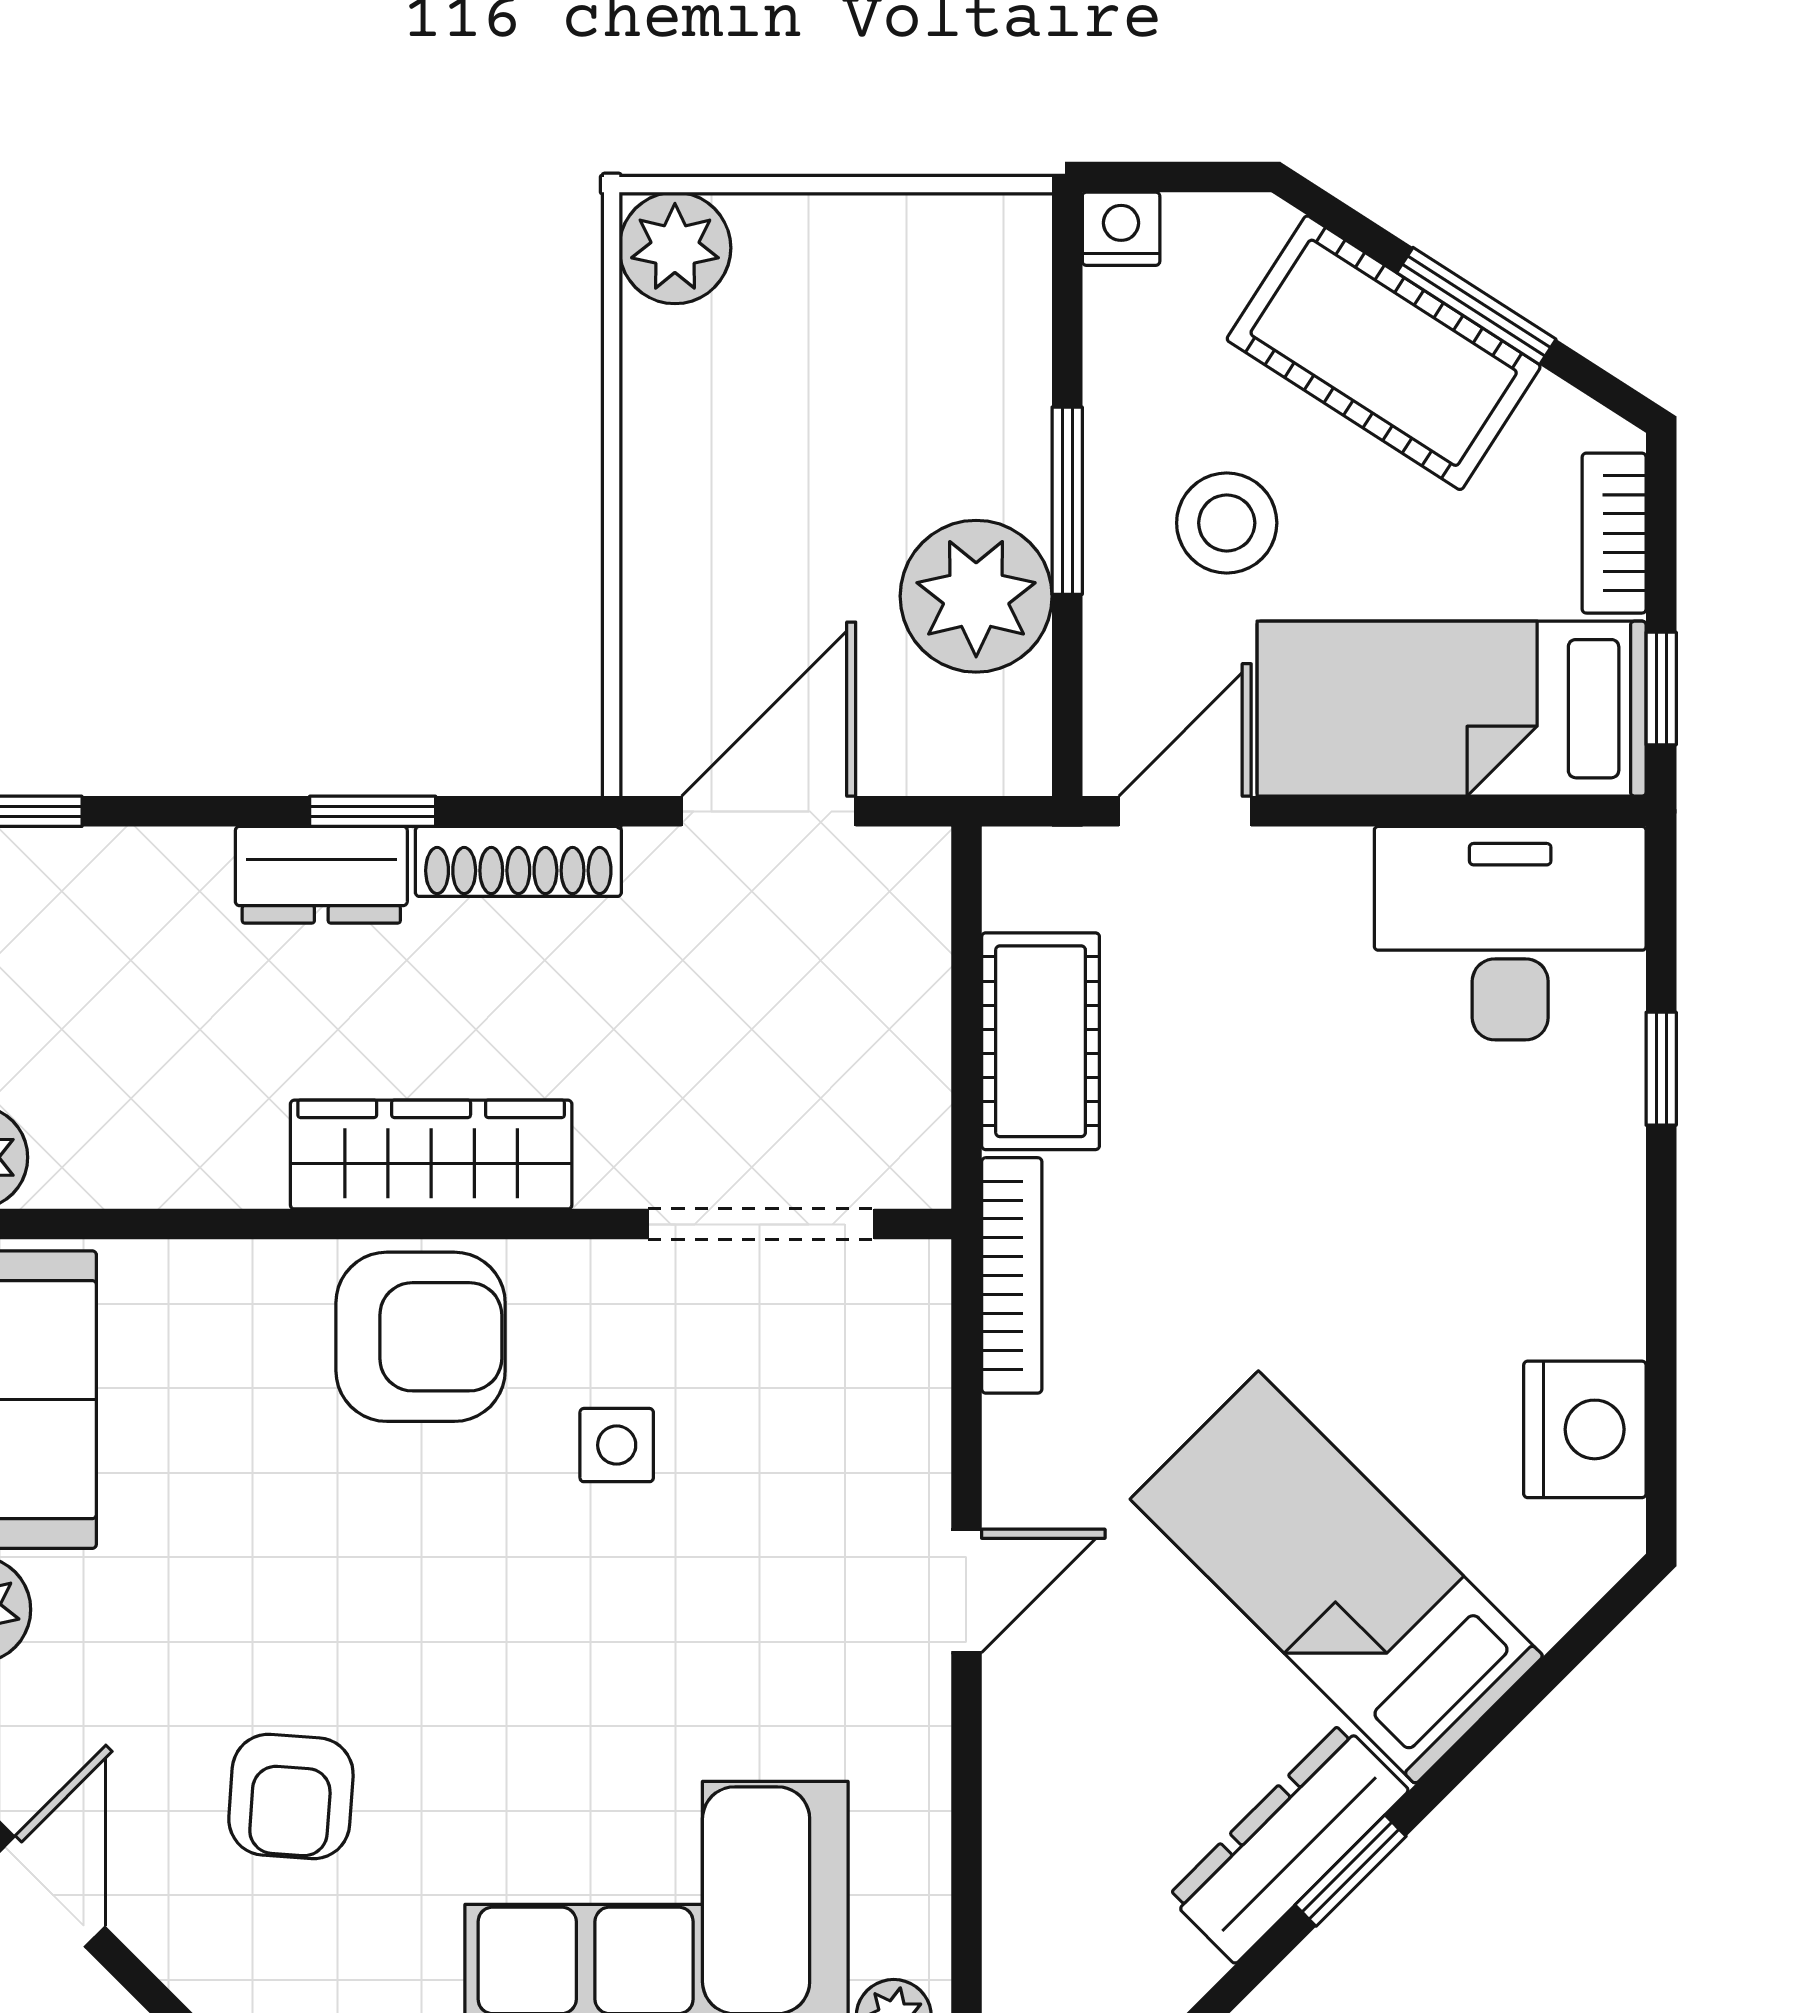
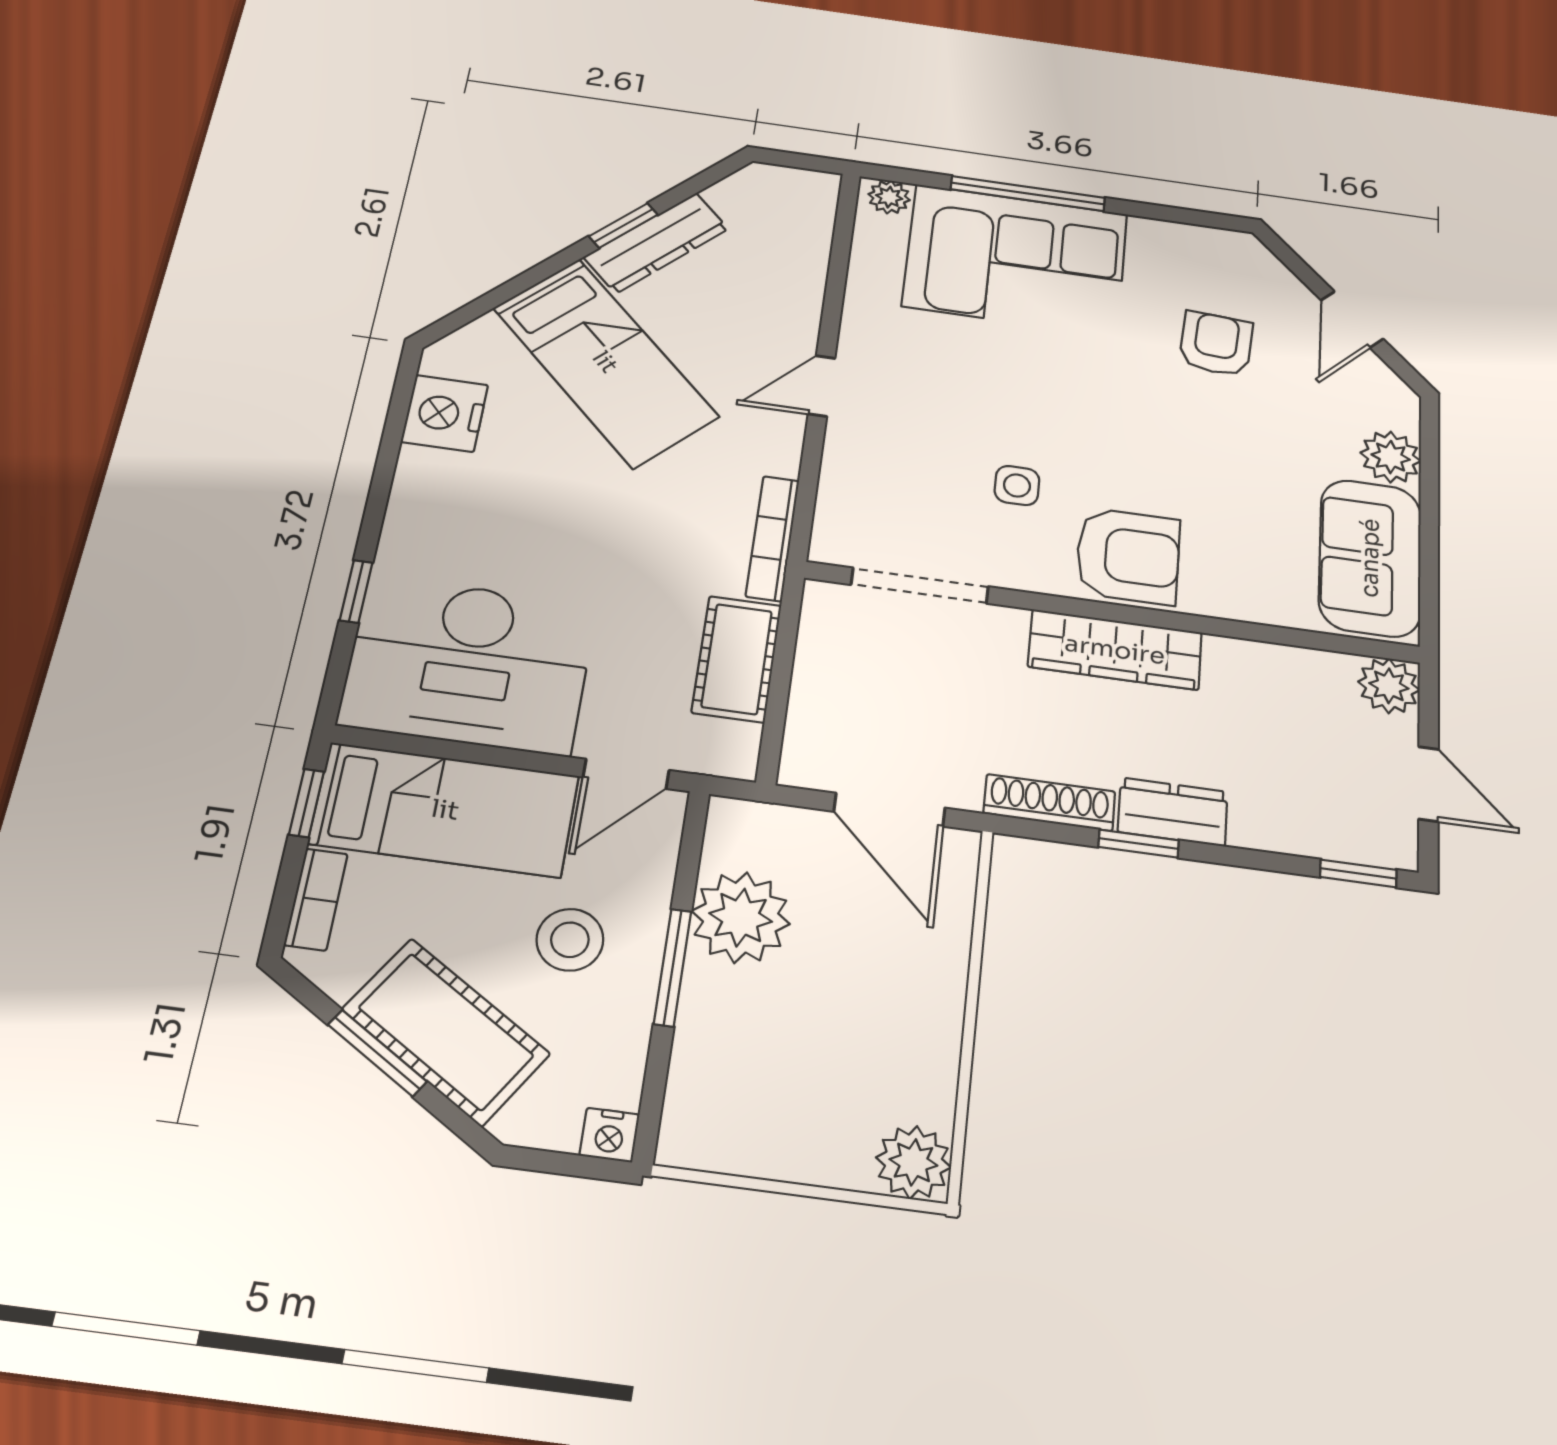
door: (769, 811) -> (889, 810), hinge flipped
desk: (1510, 933) -> (469, 664), width x1.36, depth x1.30
armchair: (421, 1337) -> (1128, 556), turned 180

